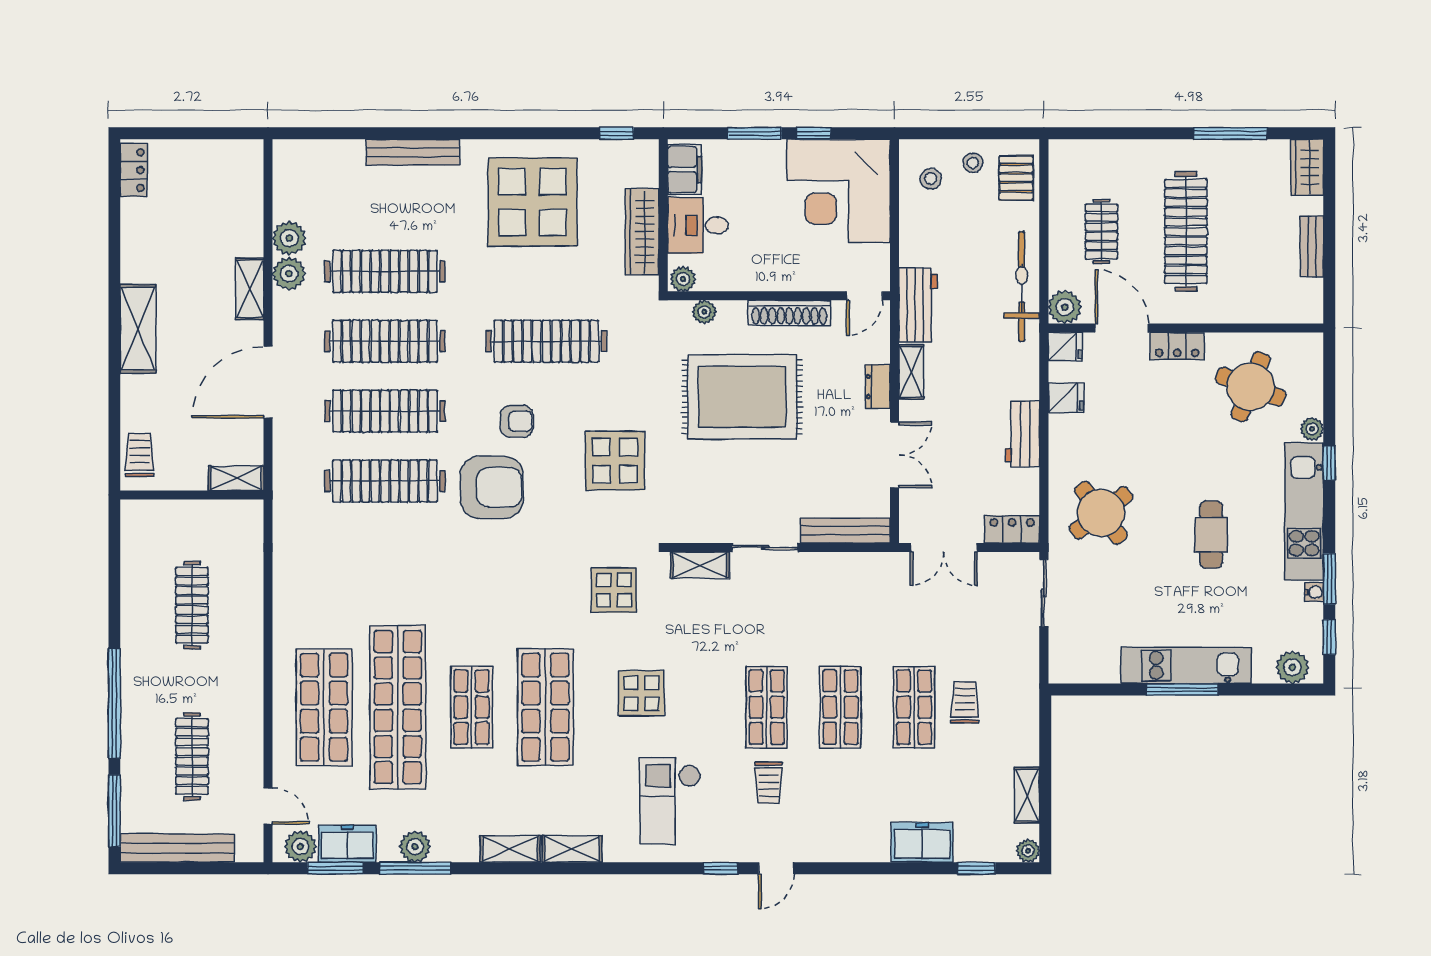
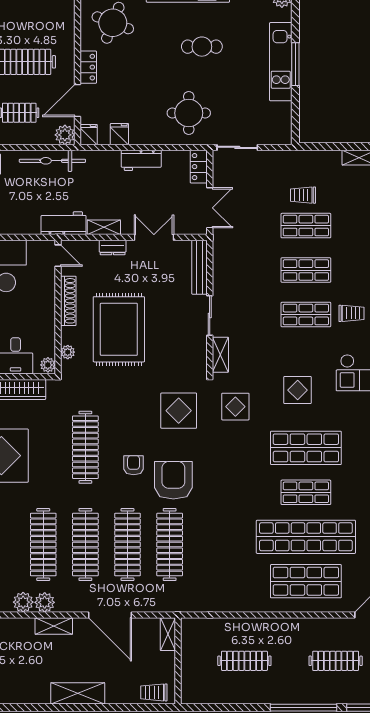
display table: (615, 461) -> (179, 411), moved
round table: (1101, 513) -> (189, 113), turned 37

